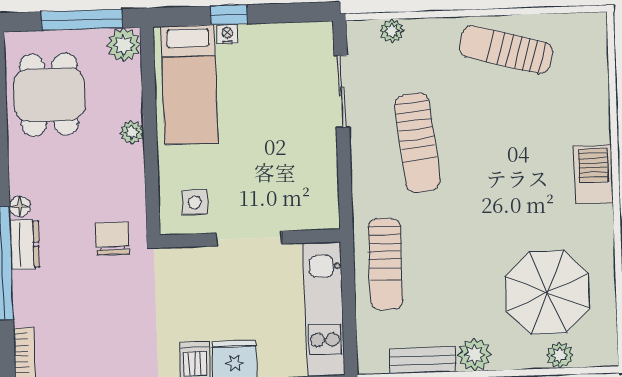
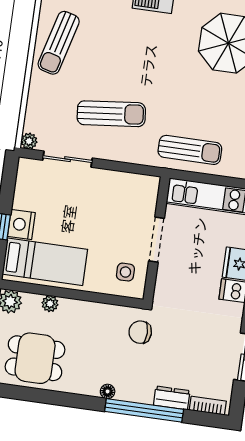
plant: (392, 31) -> (29, 141), moved
nightstand: (227, 34) -> (21, 224), width x1.89, depth x1.79
plant: (132, 132) -> (50, 304), moved
dresser: (25, 244) -> (172, 398), moved

